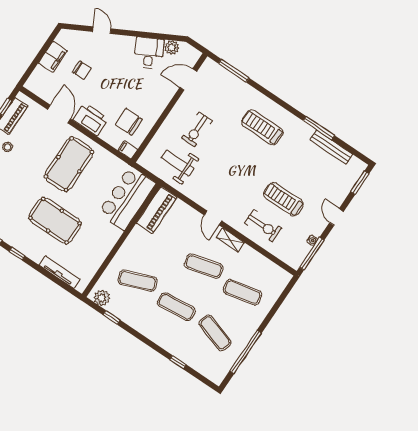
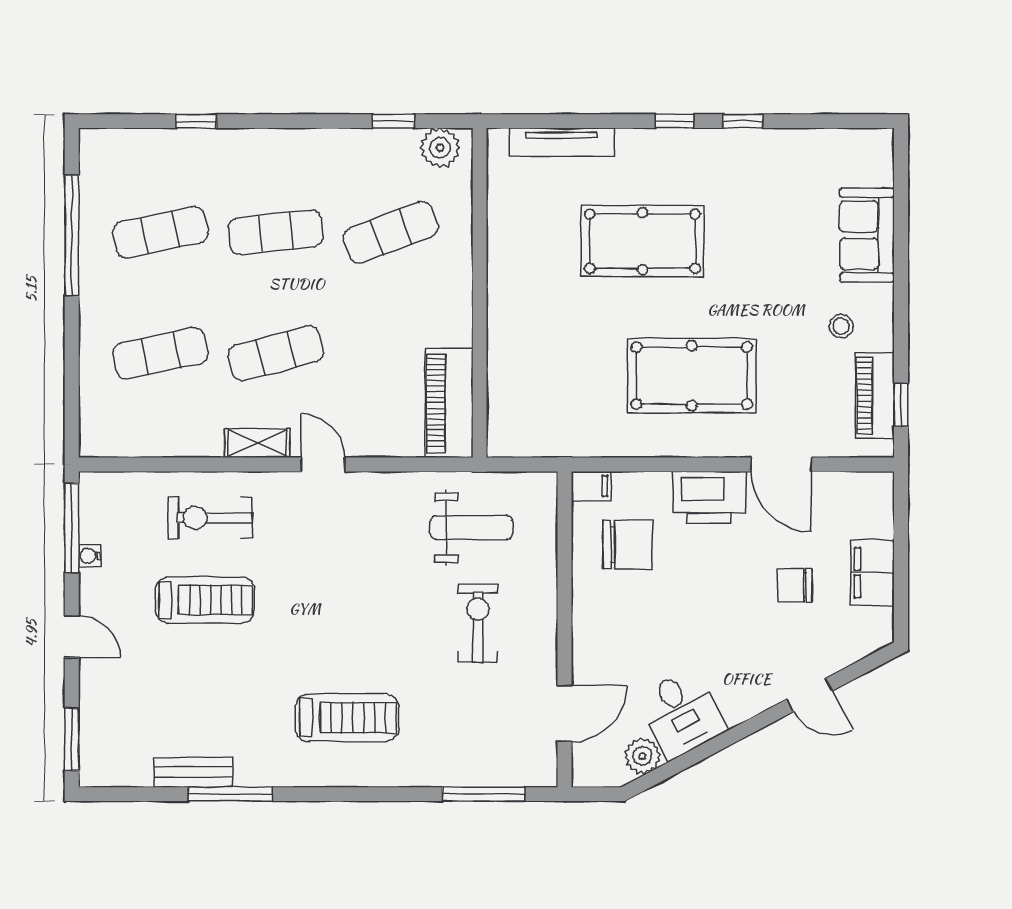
bench: (331, 147) -> (193, 772), width x0.73
pool table: (69, 164) -> (692, 376), turned 90
bar counter: (127, 198) -> (526, 386), removed
exercise mat: (215, 333) -> (160, 232), turned -30

